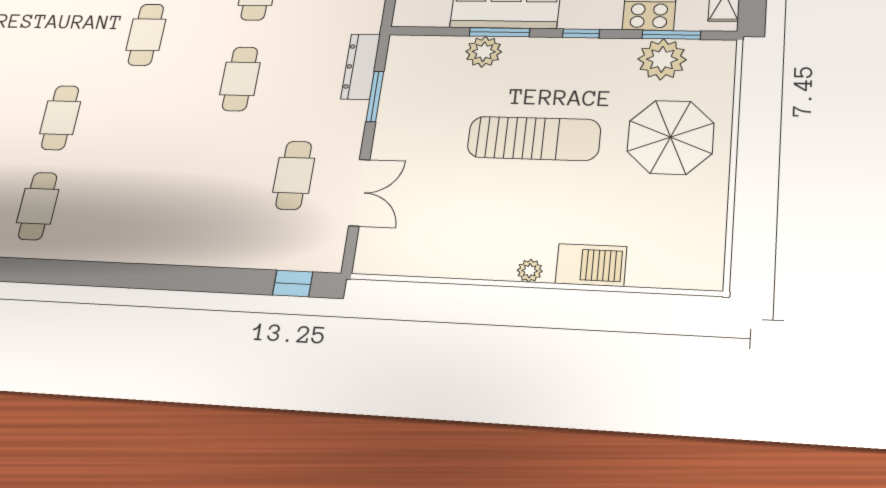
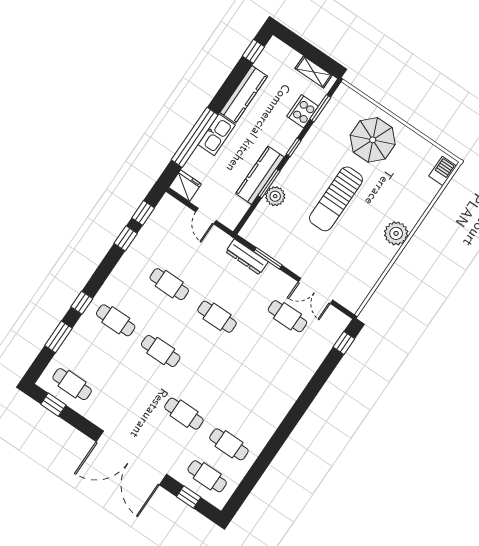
plant: (662, 59) -> (331, 120), removed
sun lounger: (534, 138) -> (336, 199), turned 180
double door: (359, 193) -> (315, 291), swing flipped
barbecue: (591, 265) -> (443, 171), moved, width x0.73, depth x0.79
plant: (530, 271) -> (396, 233), width x1.87, depth x1.87

